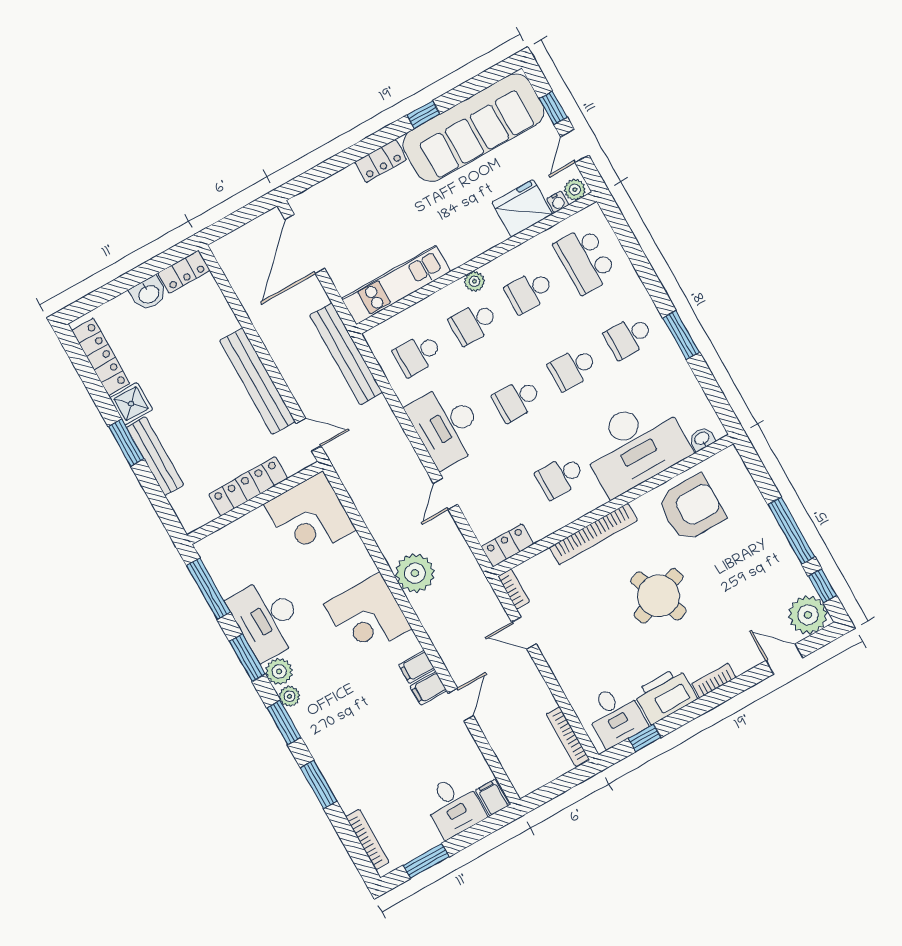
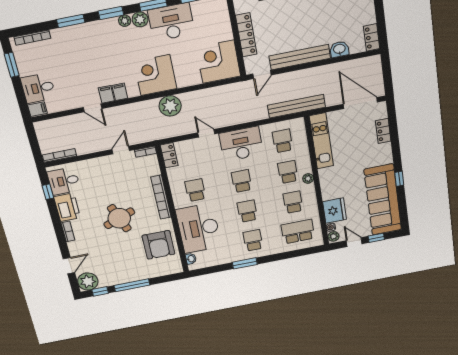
locker: (381, 161) -> (383, 131), moved
washbasin: (148, 294) -> (339, 49), moved, turned 90

